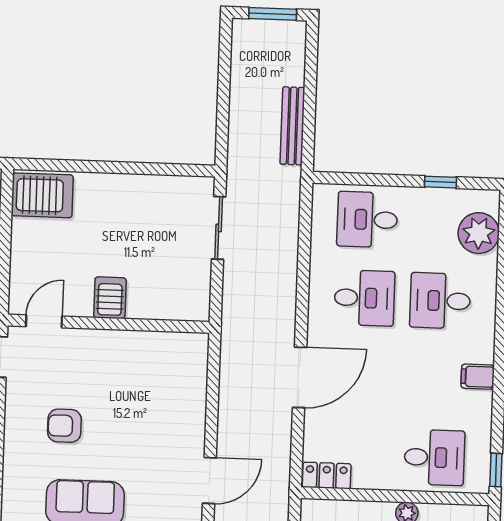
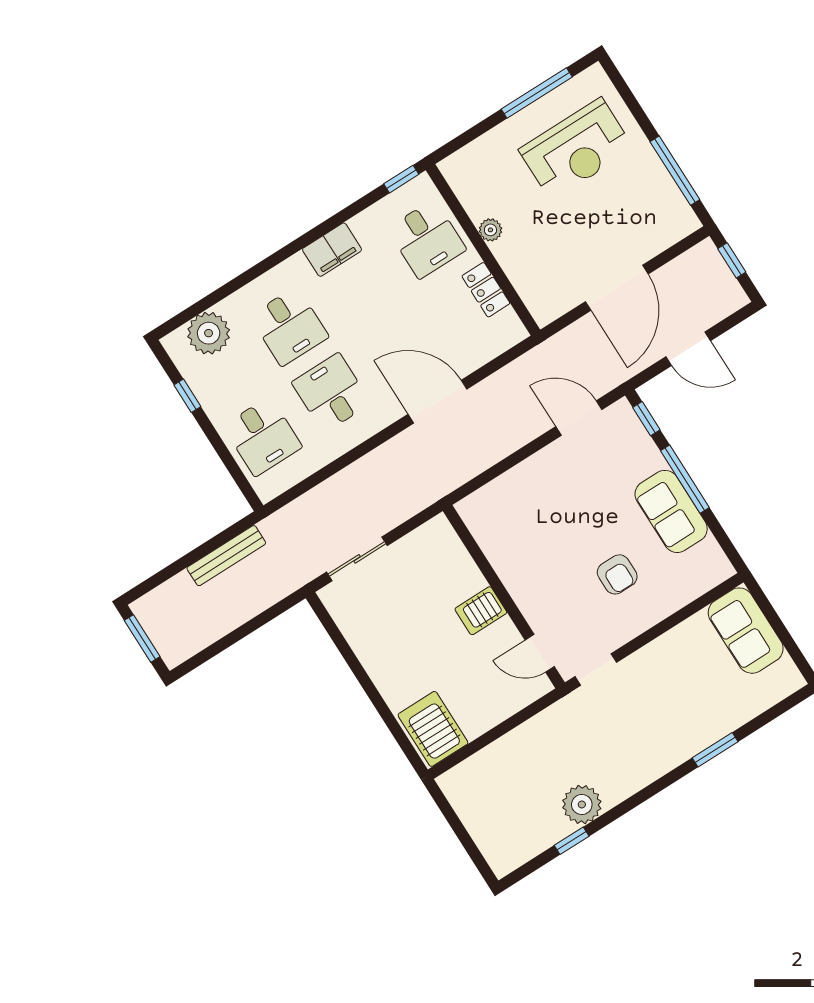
filing cabinet: (478, 377) -> (332, 250), width x2.00
desk: (434, 457) -> (427, 239), turned 180
locker: (327, 476) -> (486, 290), moved

